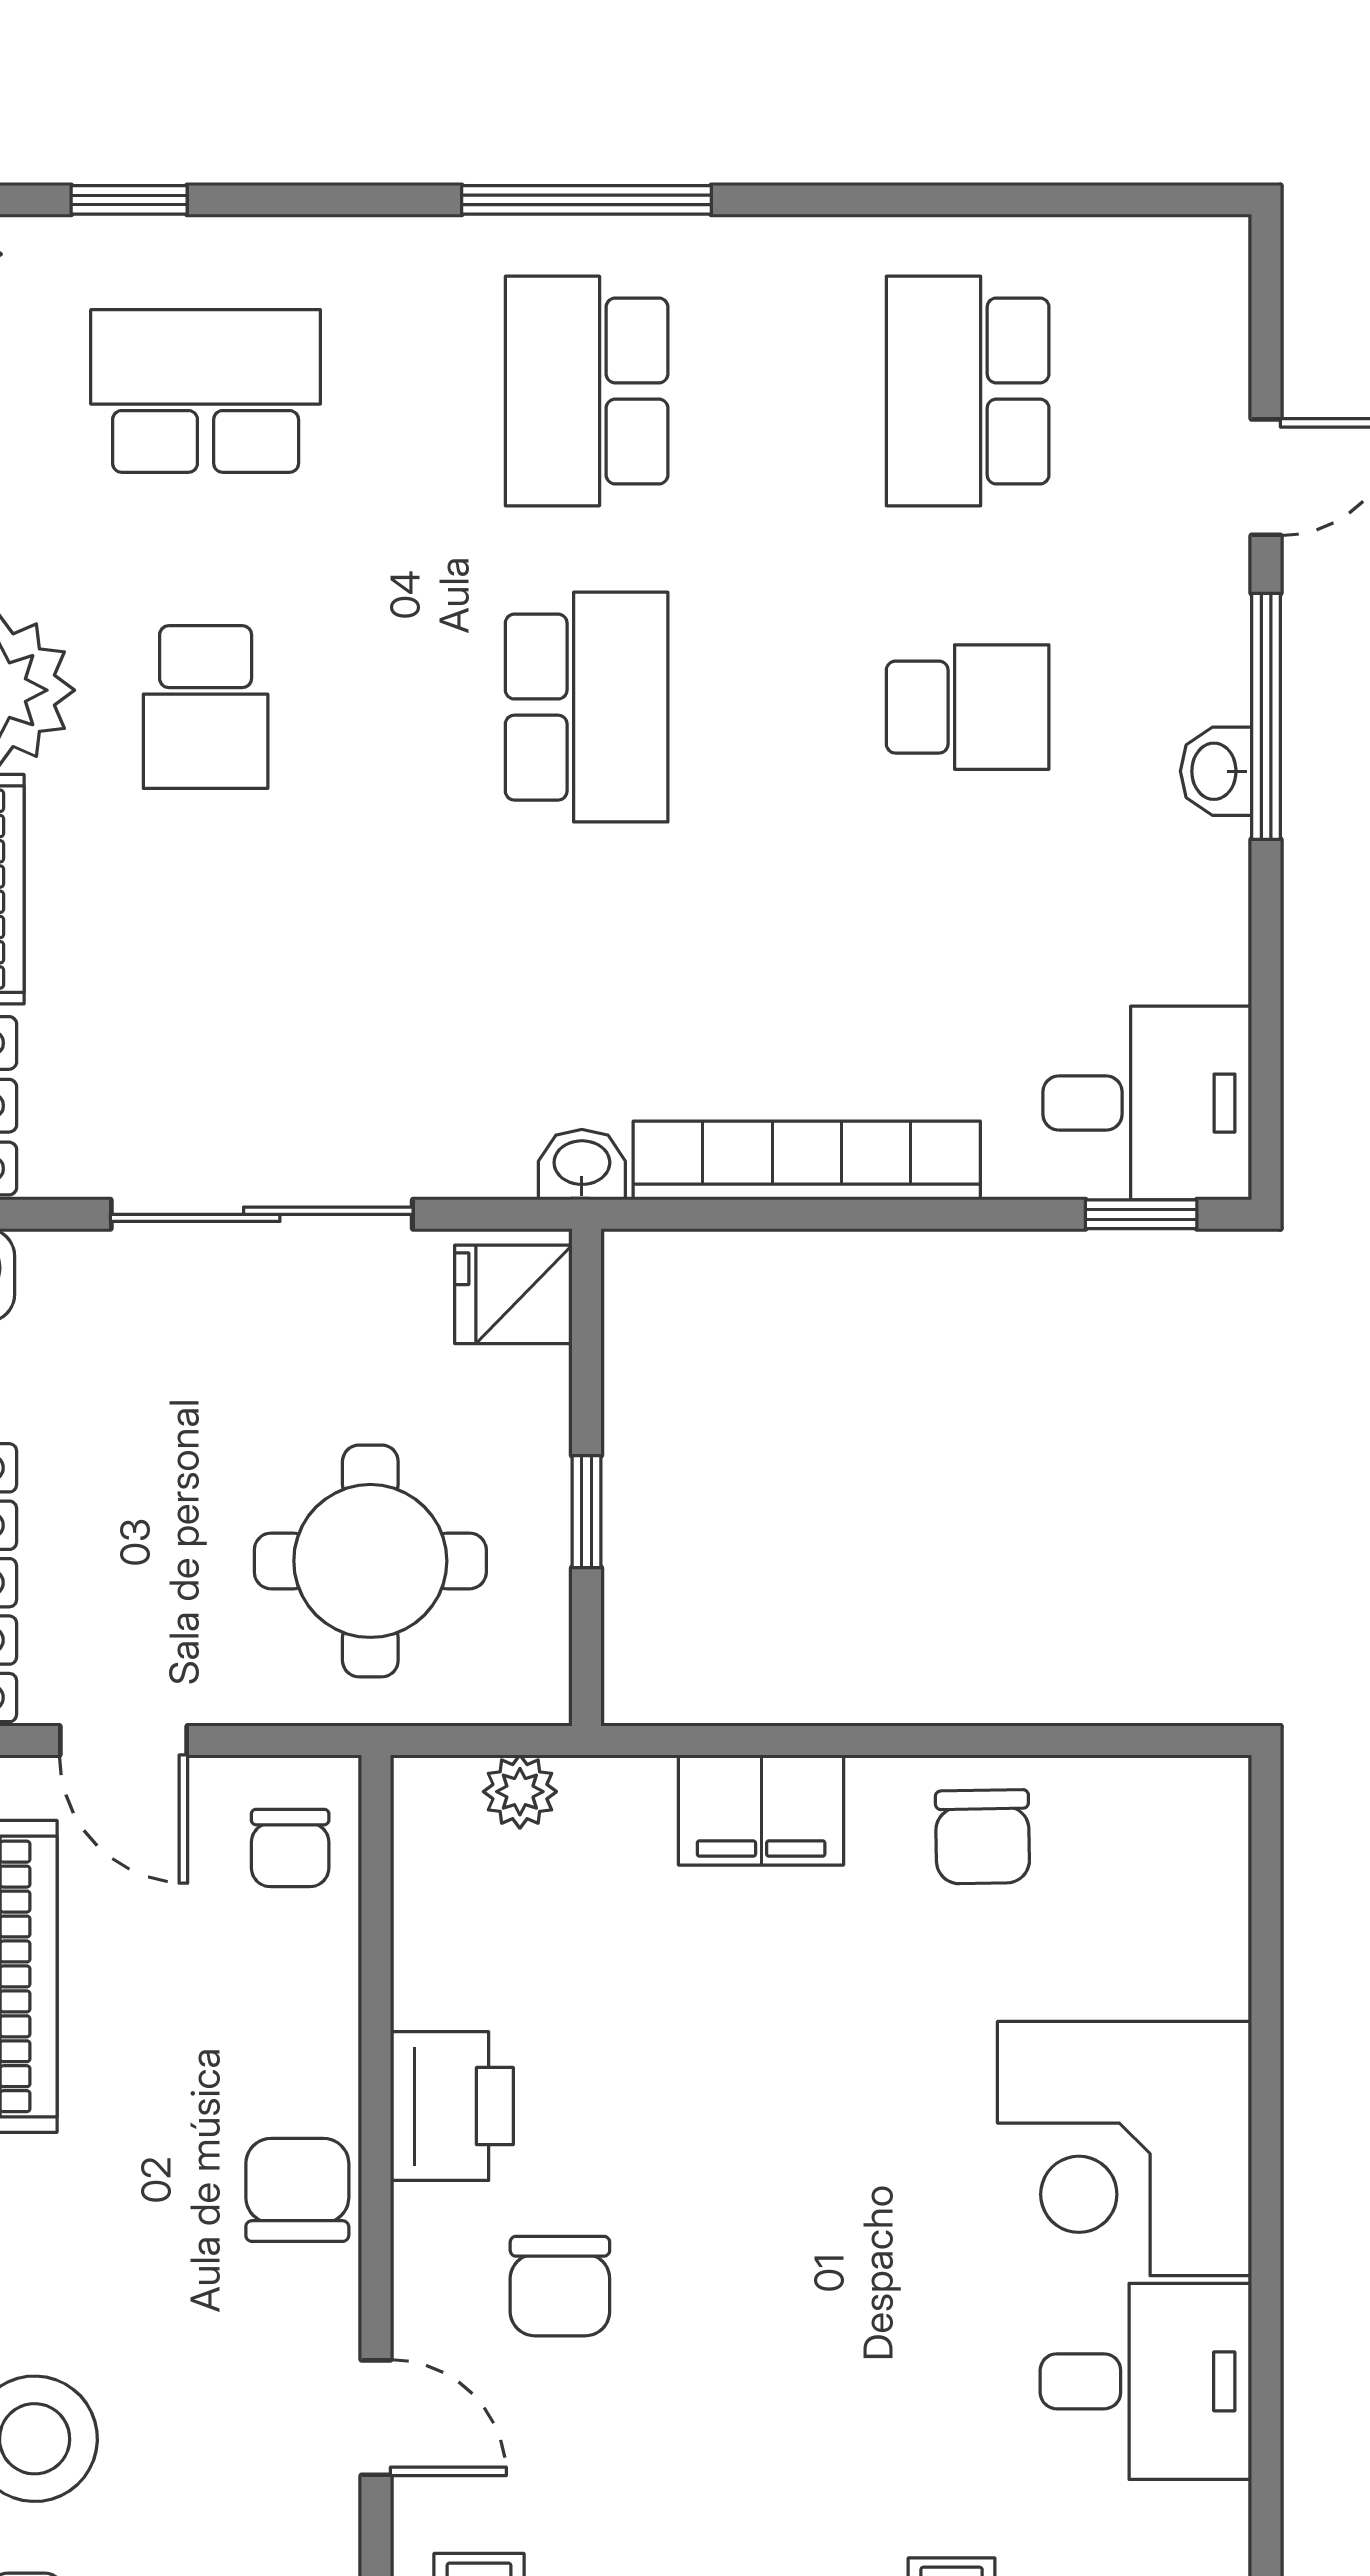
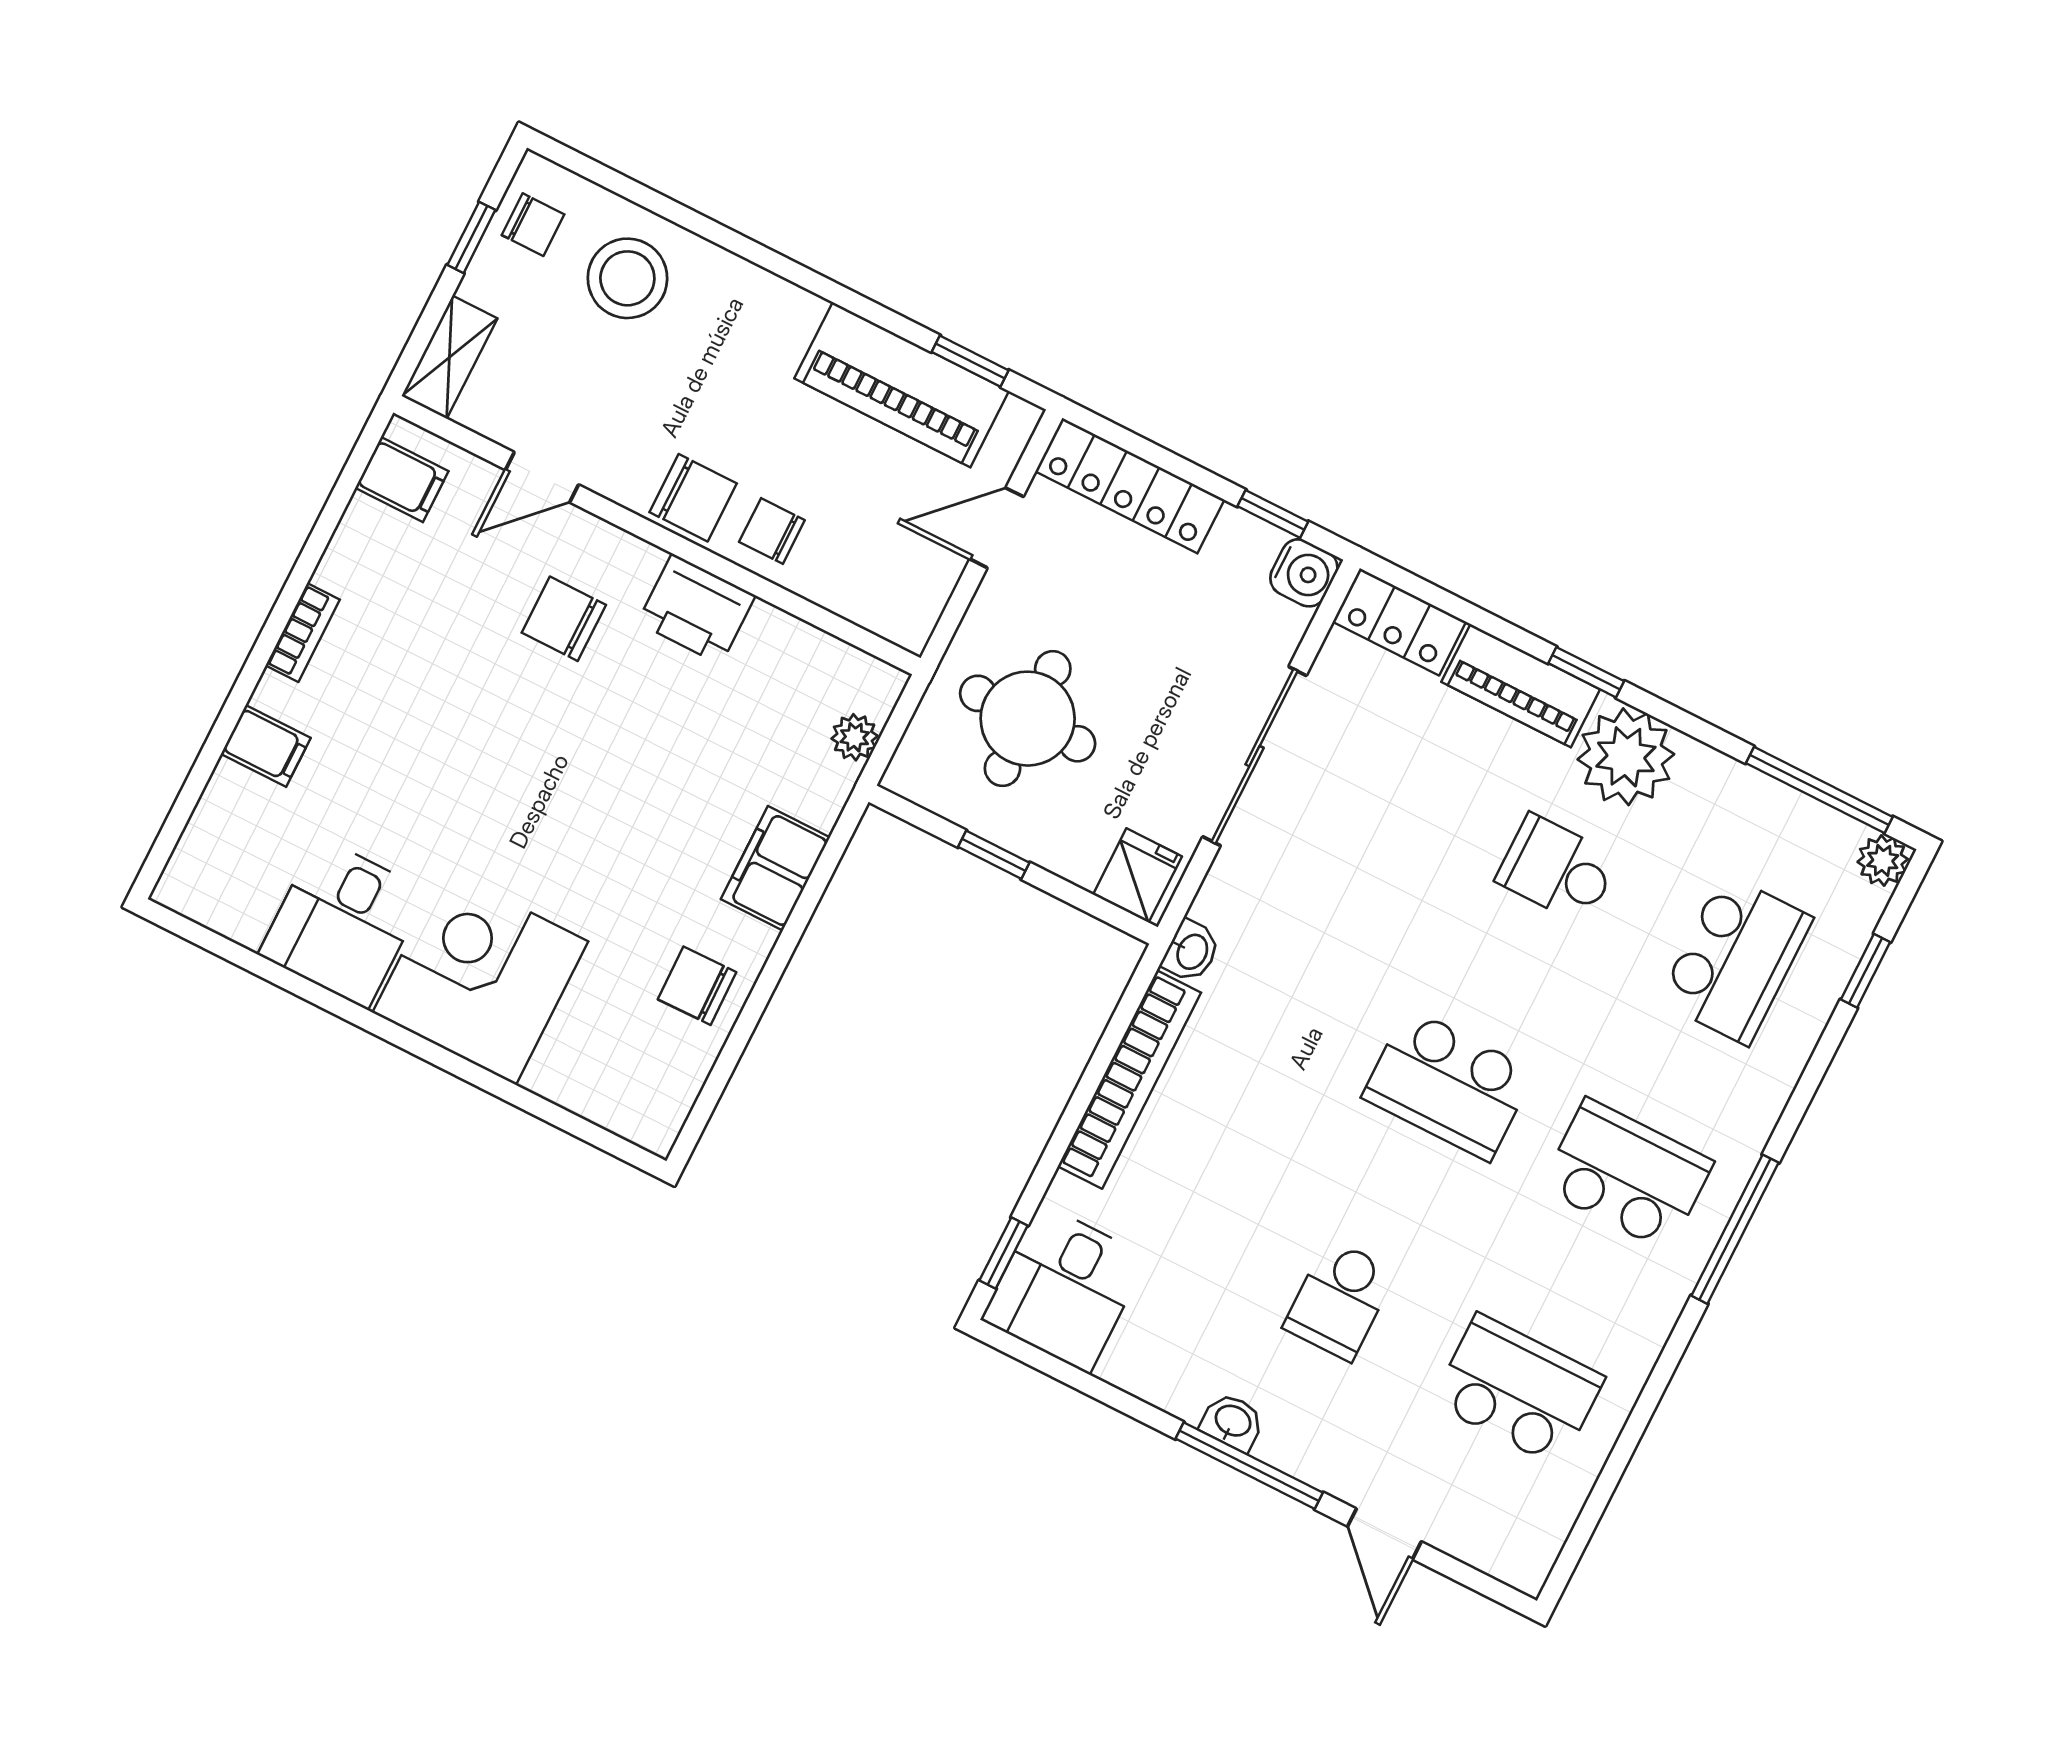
chair: (290, 1848) -> (772, 531), moved

